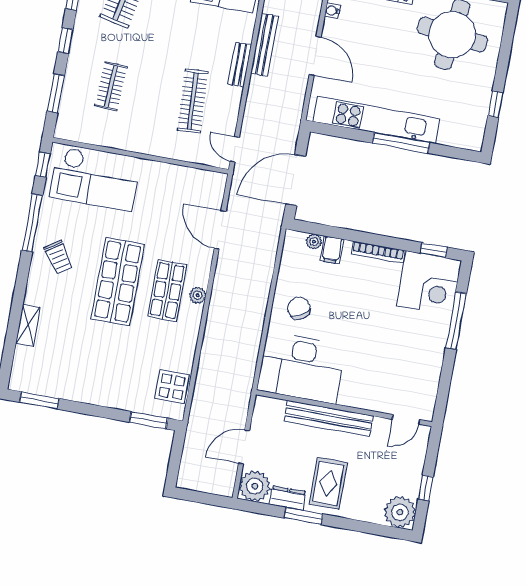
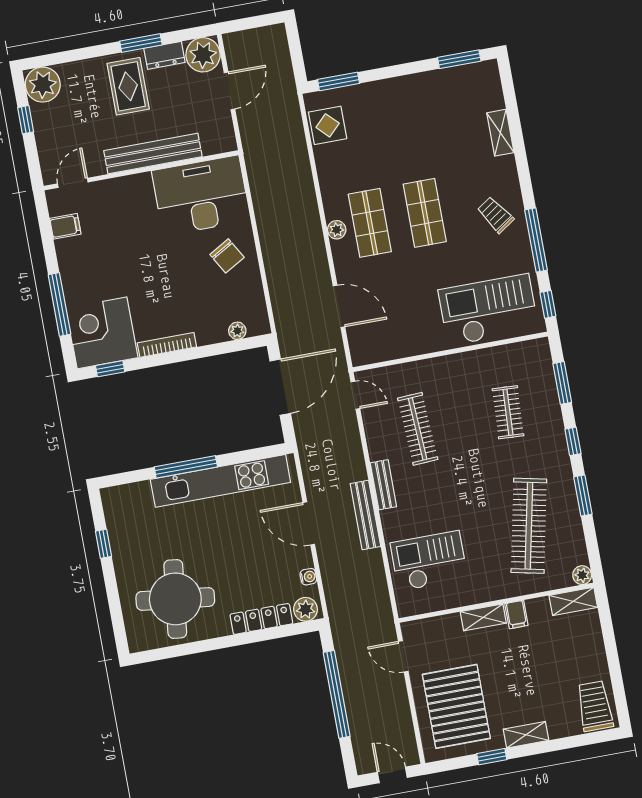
filing cabinet: (332, 250) -> (65, 226), moved, turned 90
shop shelf: (118, 281) -> (425, 213), width x0.70, depth x0.74

